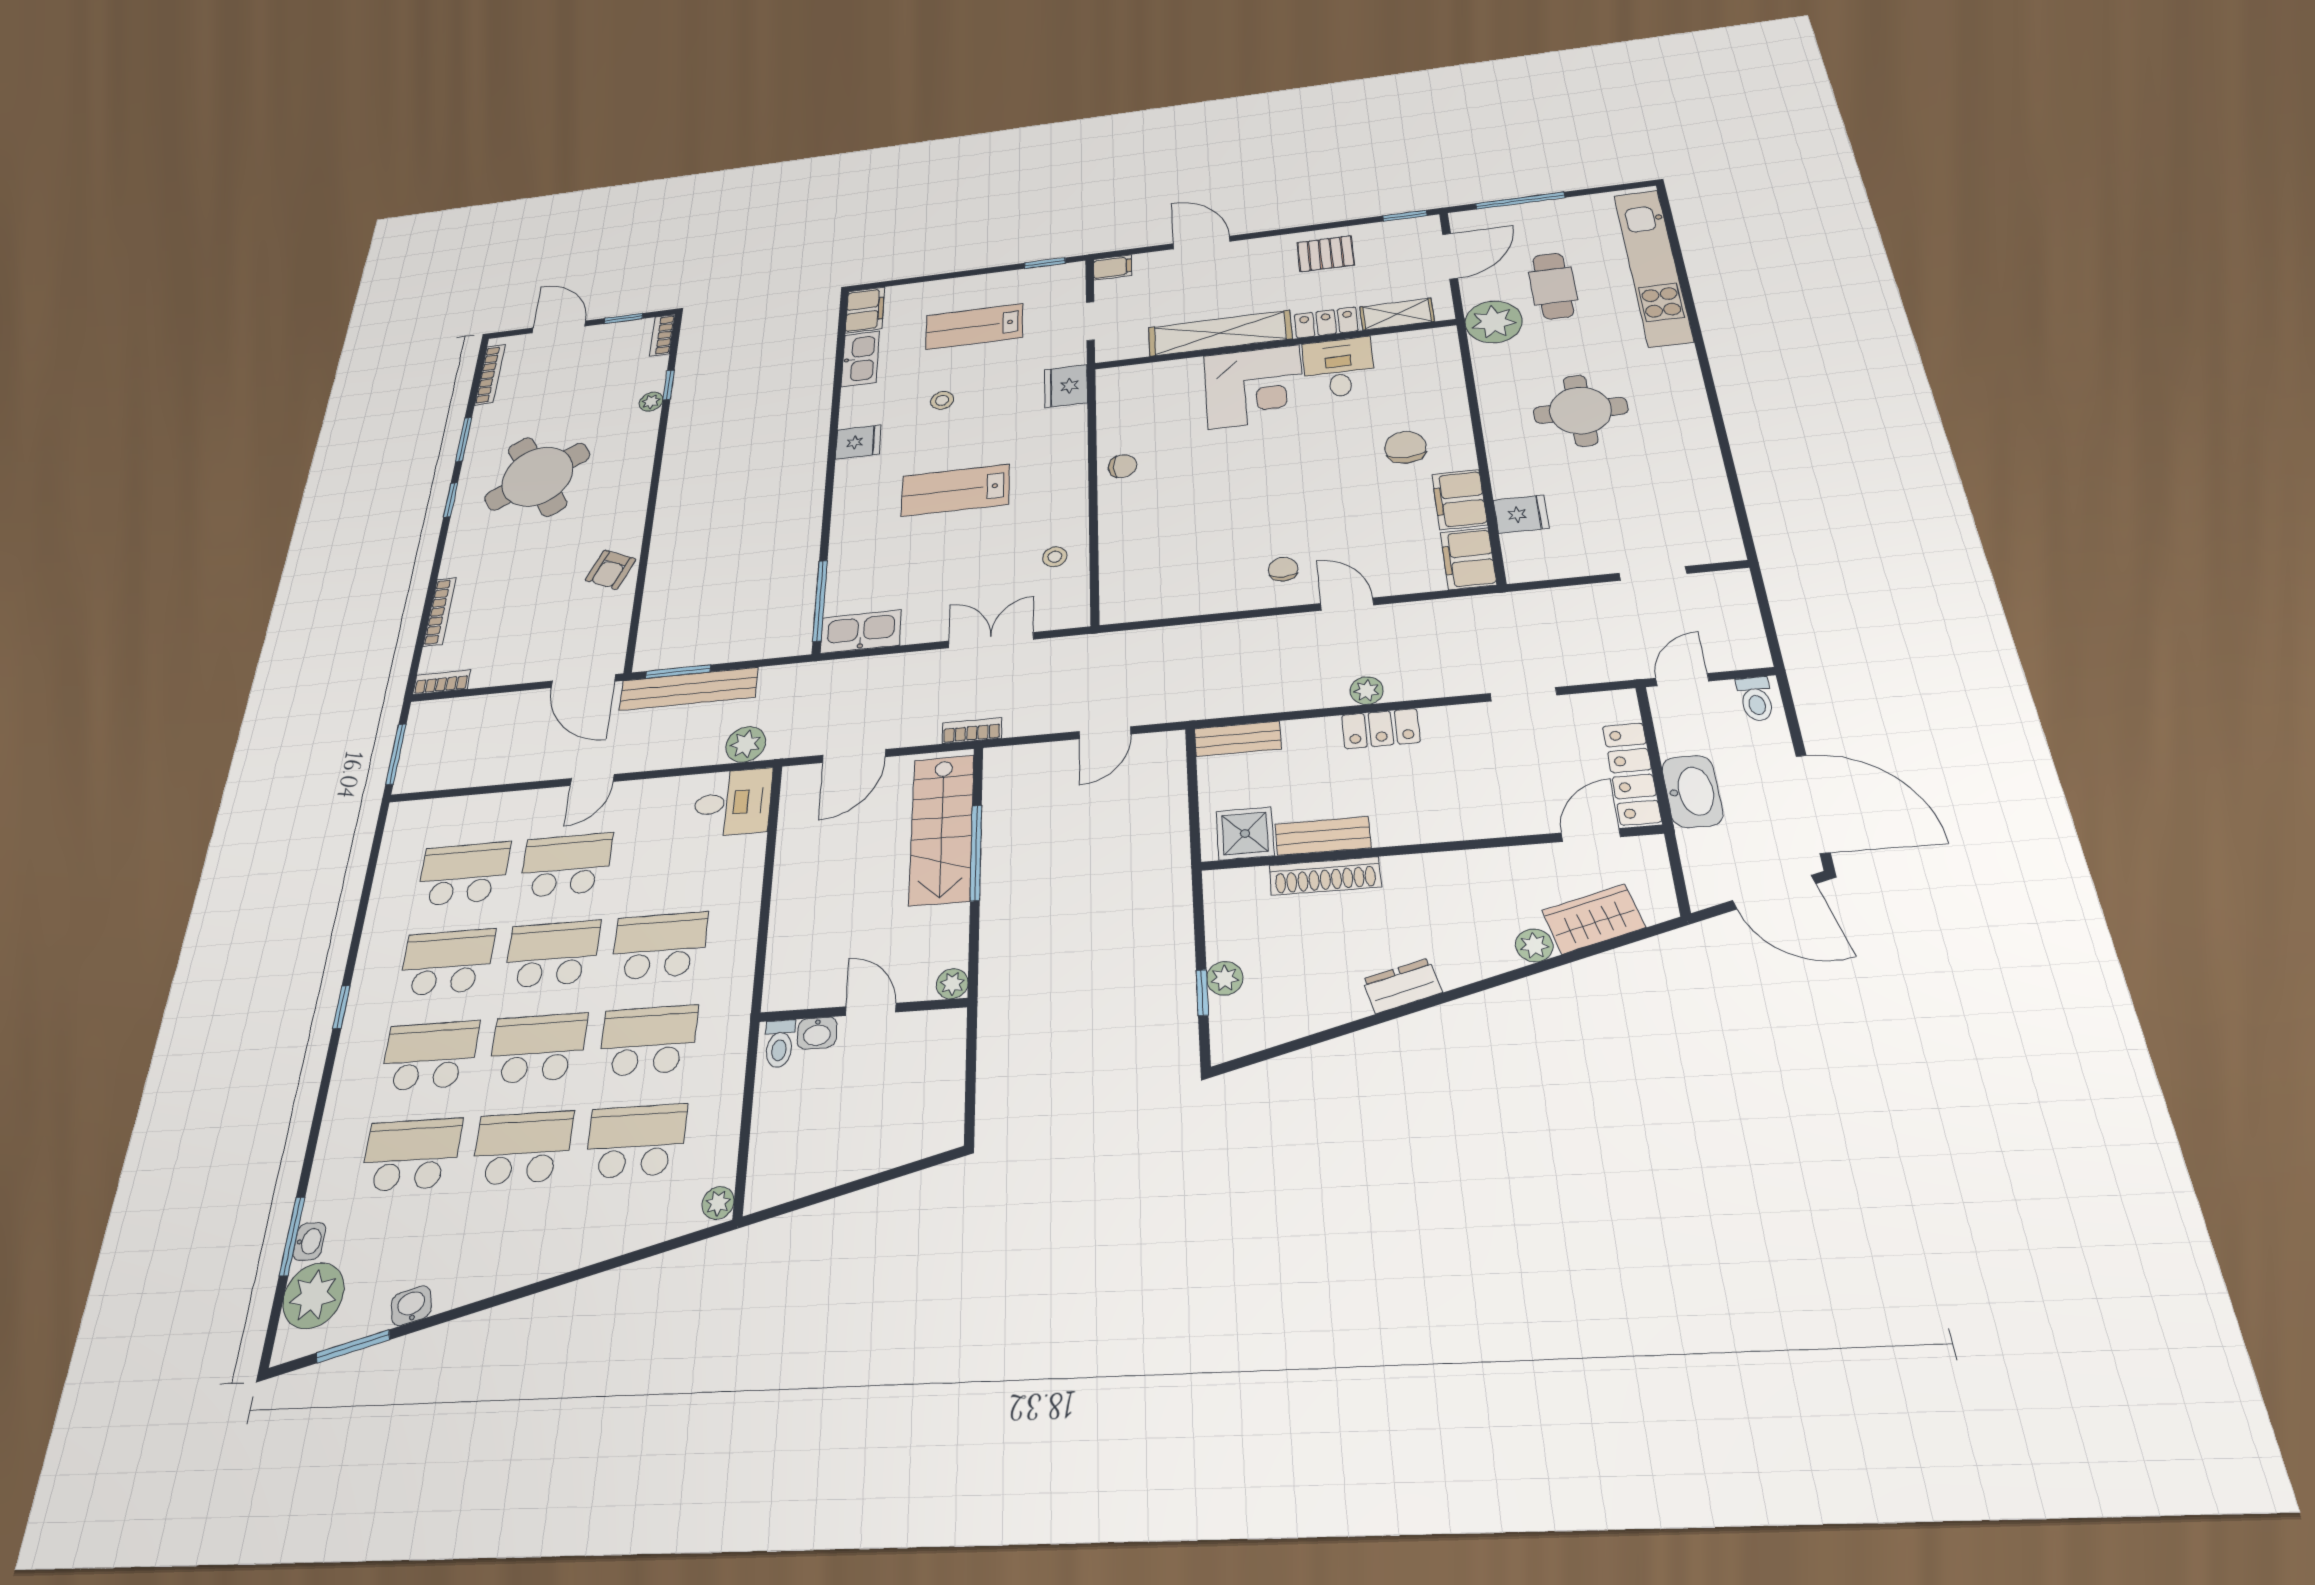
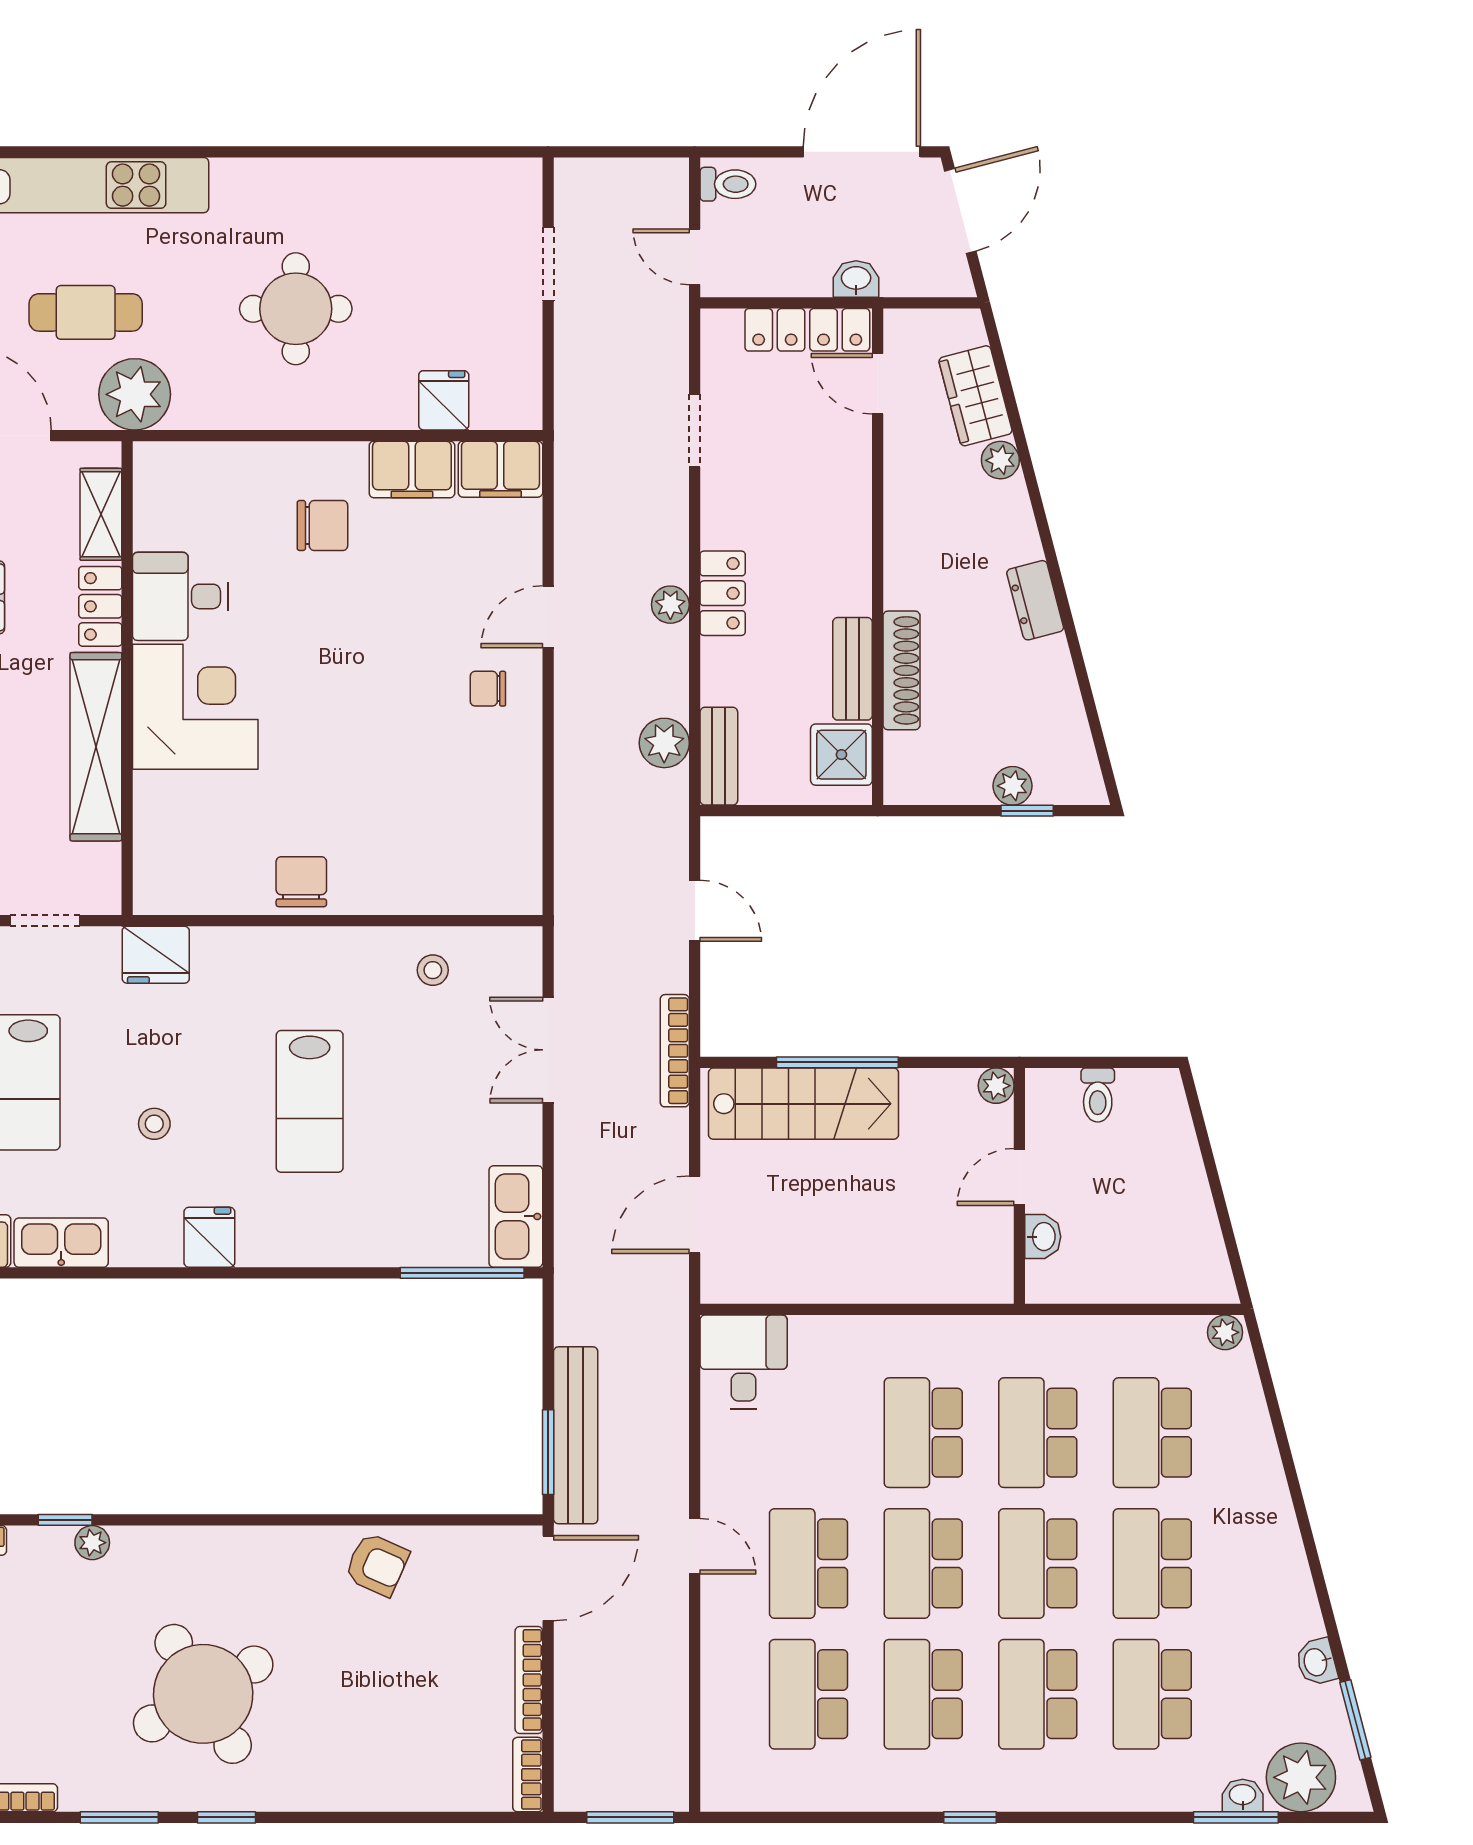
chair: (1405, 447) -> (322, 525), turned 180
chair: (1123, 466) -> (301, 882), width x1.37, depth x1.37
bookcase: (440, 612) -> (529, 1680), moved, turned -90
bookcase: (972, 731) -> (675, 1051), width x1.56
plant: (746, 744) -> (664, 743), moved
door: (854, 756) -> (695, 1215), swing flipped
washbasin: (1692, 791) -> (856, 279), width x0.52, depth x0.69
toilet: (779, 1044) -> (1098, 1095), moved, turned 90

